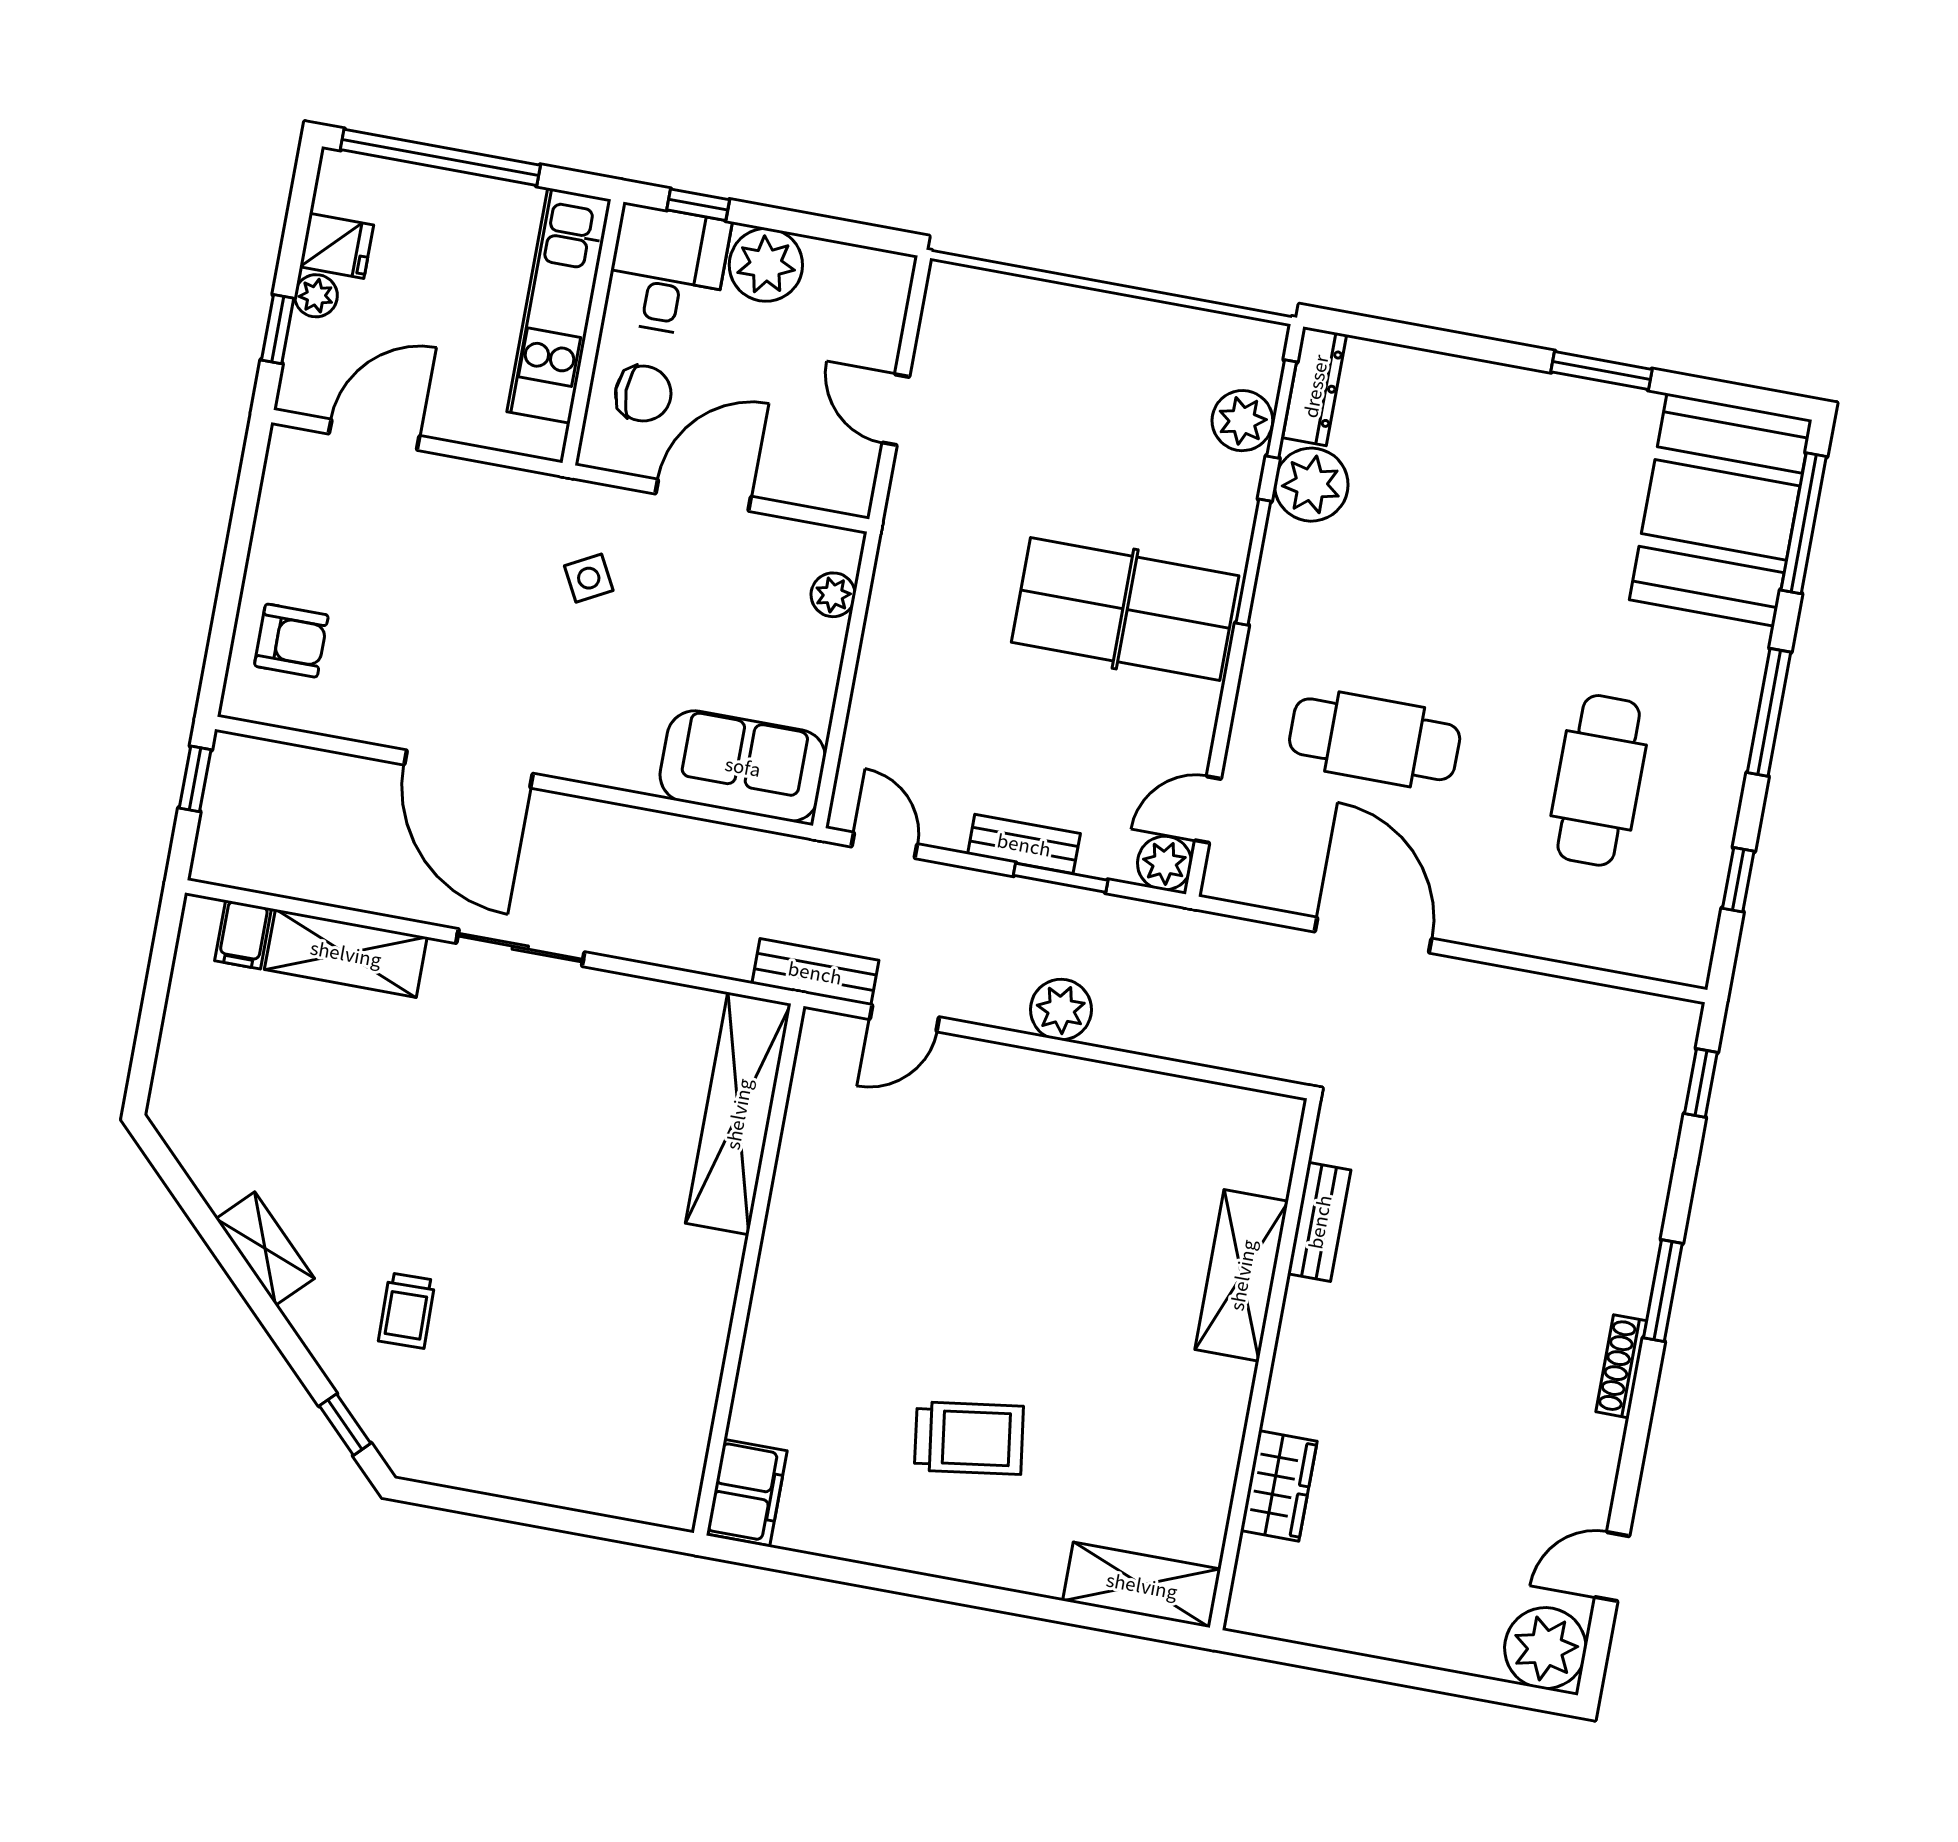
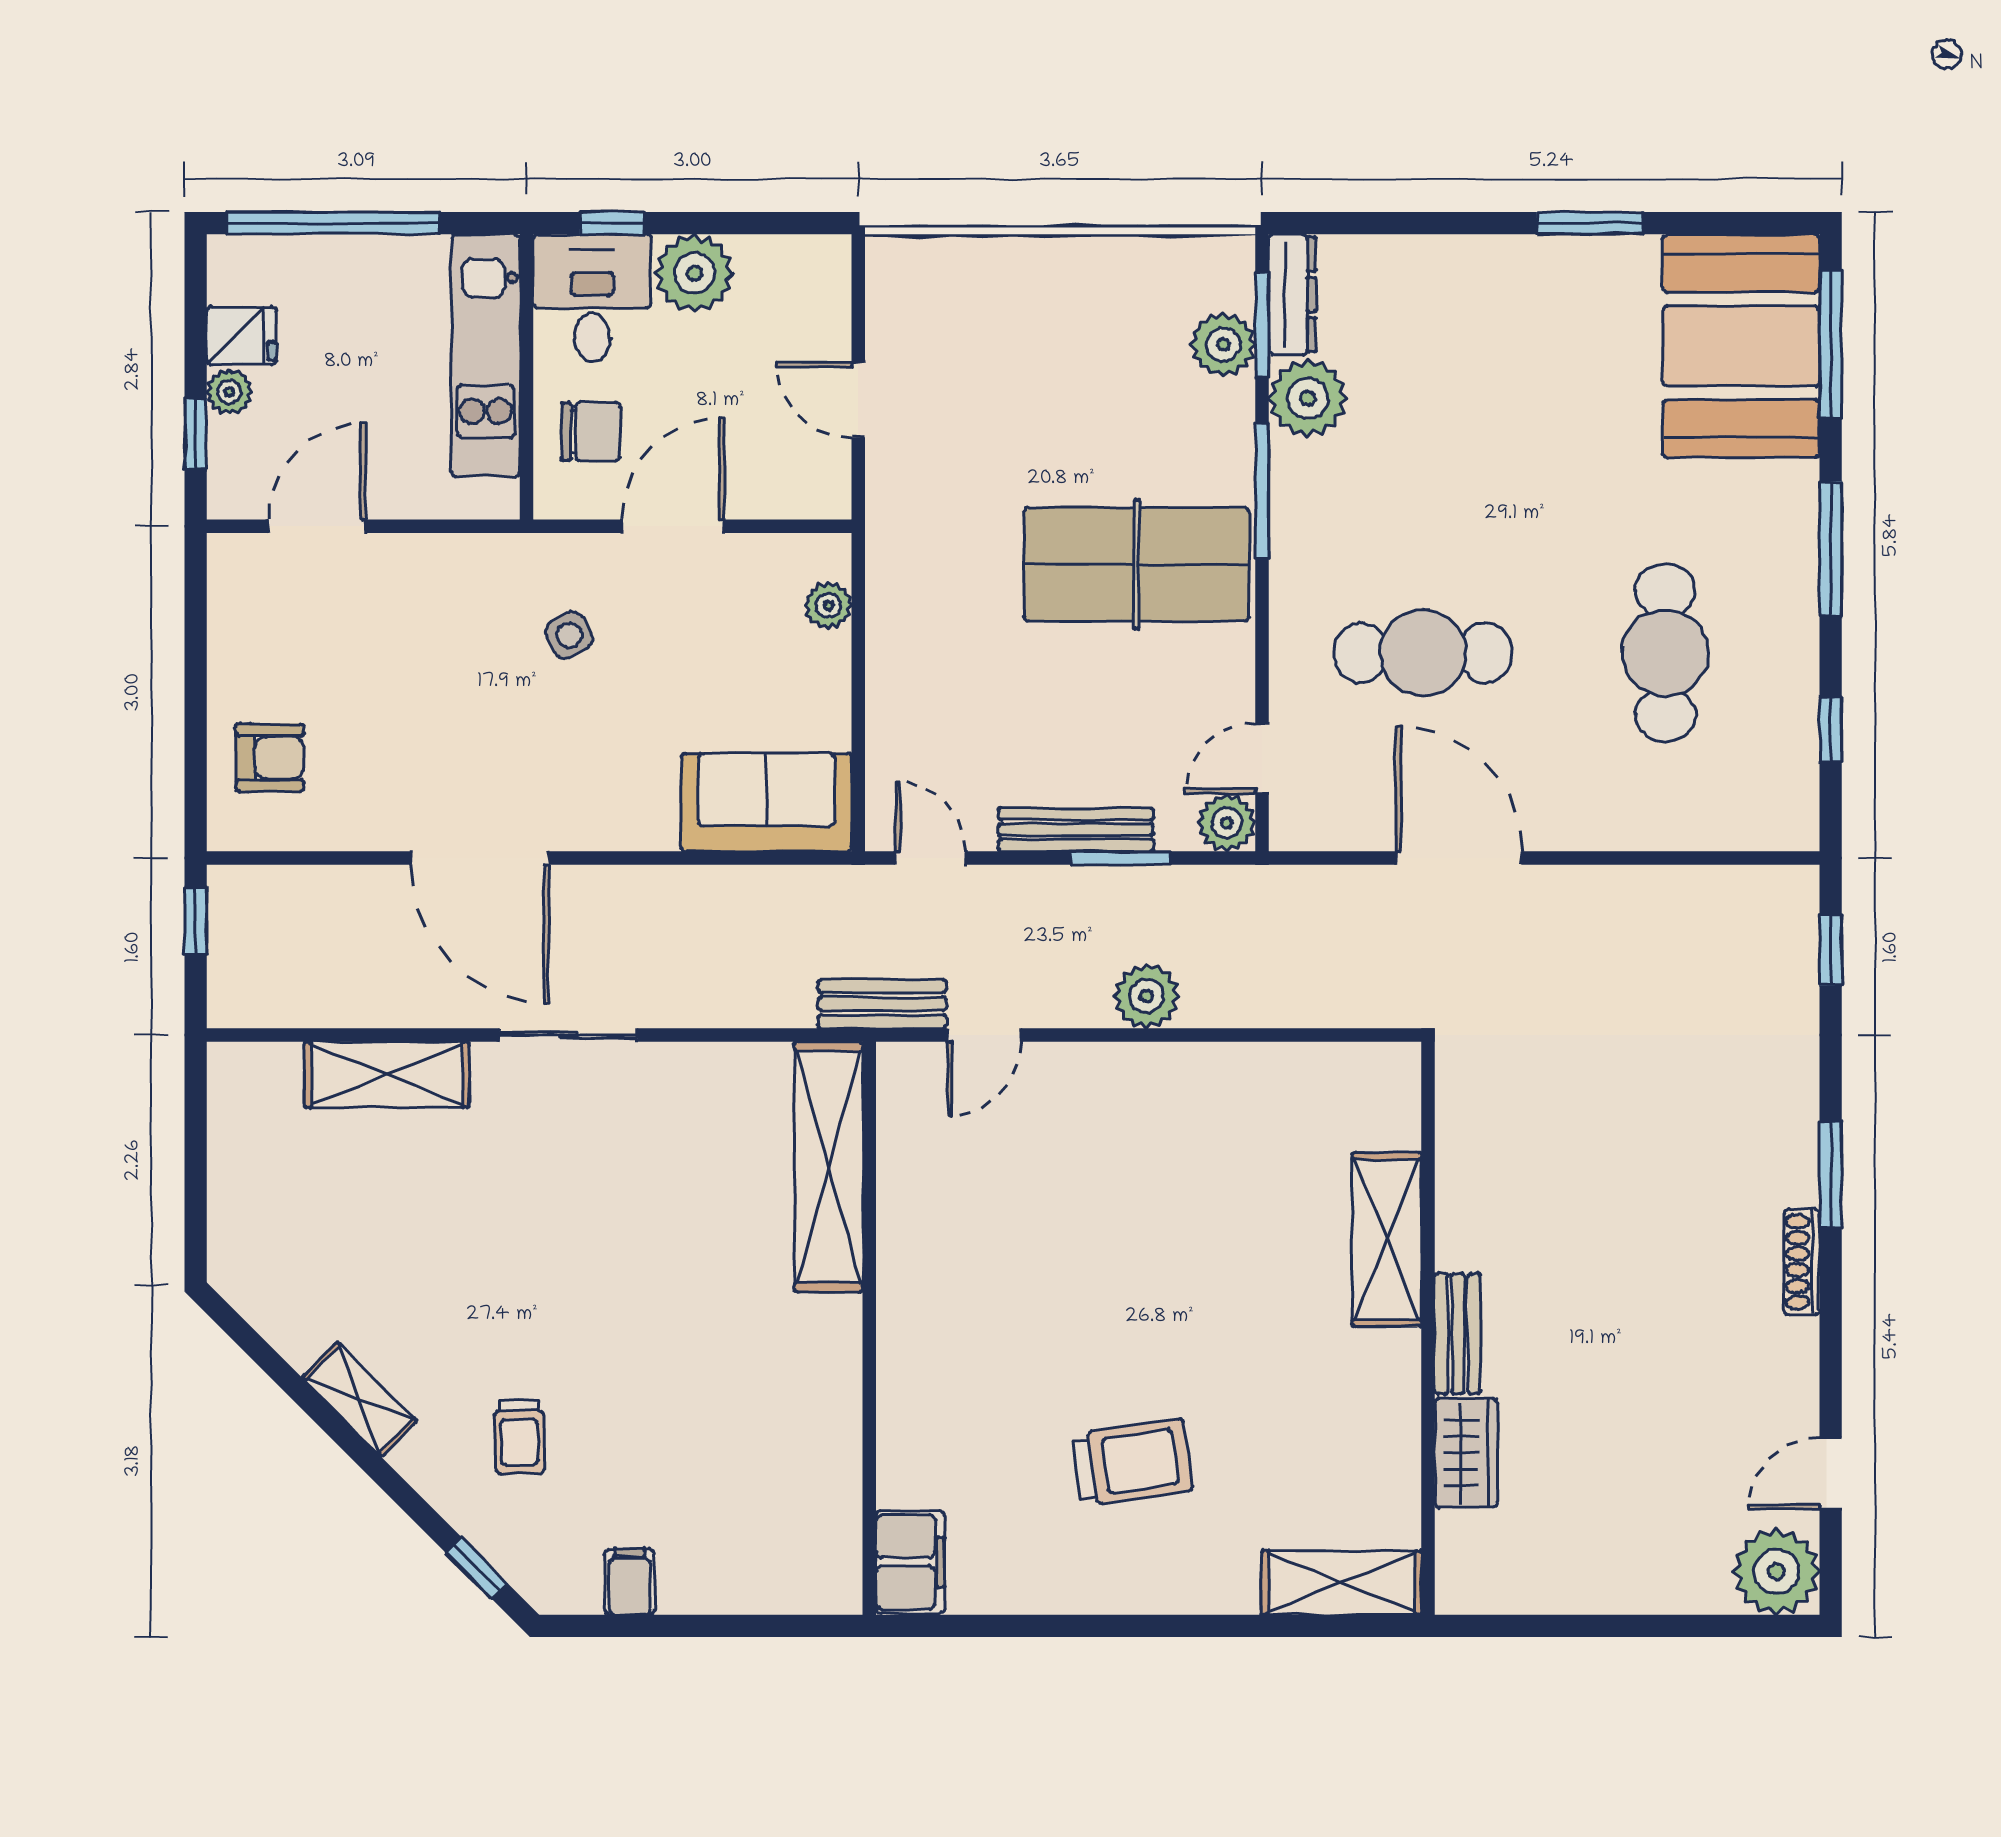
bench: (1024, 844) -> (1076, 830), width x1.36
filing cabinet: (243, 935) -> (630, 1582), moved, turned 180
bench: (1319, 1222) -> (1458, 1334), moved

